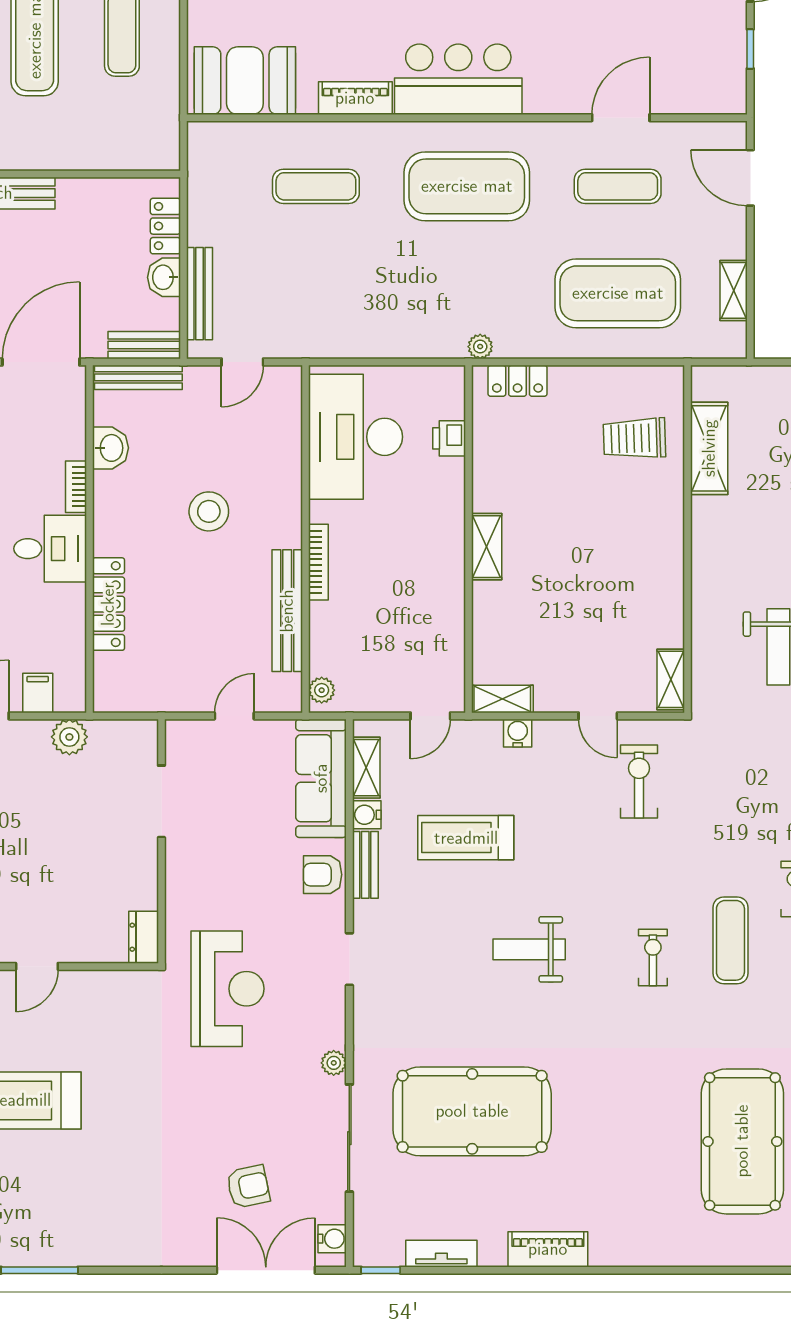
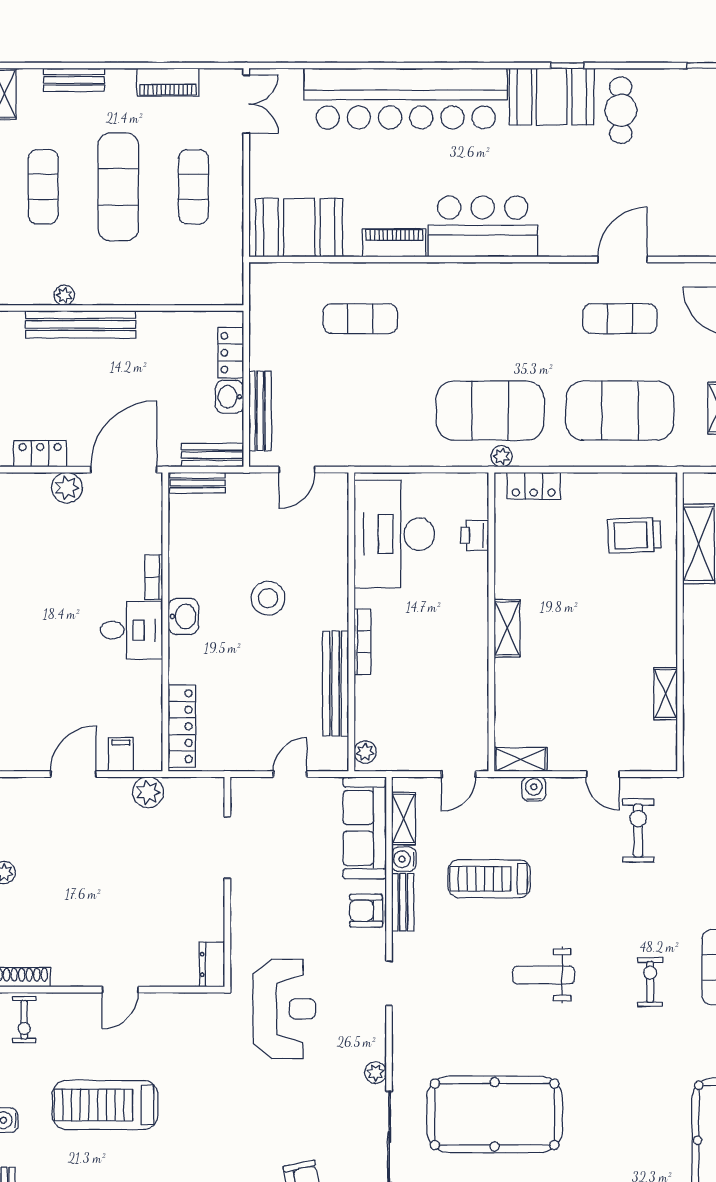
exercise mat: (467, 186) -> (490, 411), moved
bench: (138, 377) -> (197, 483), width x0.73
washbasin: (110, 448) -> (183, 616), moved
locker: (108, 604) -> (182, 726), moved
shelving: (671, 679) -> (666, 694), moved

